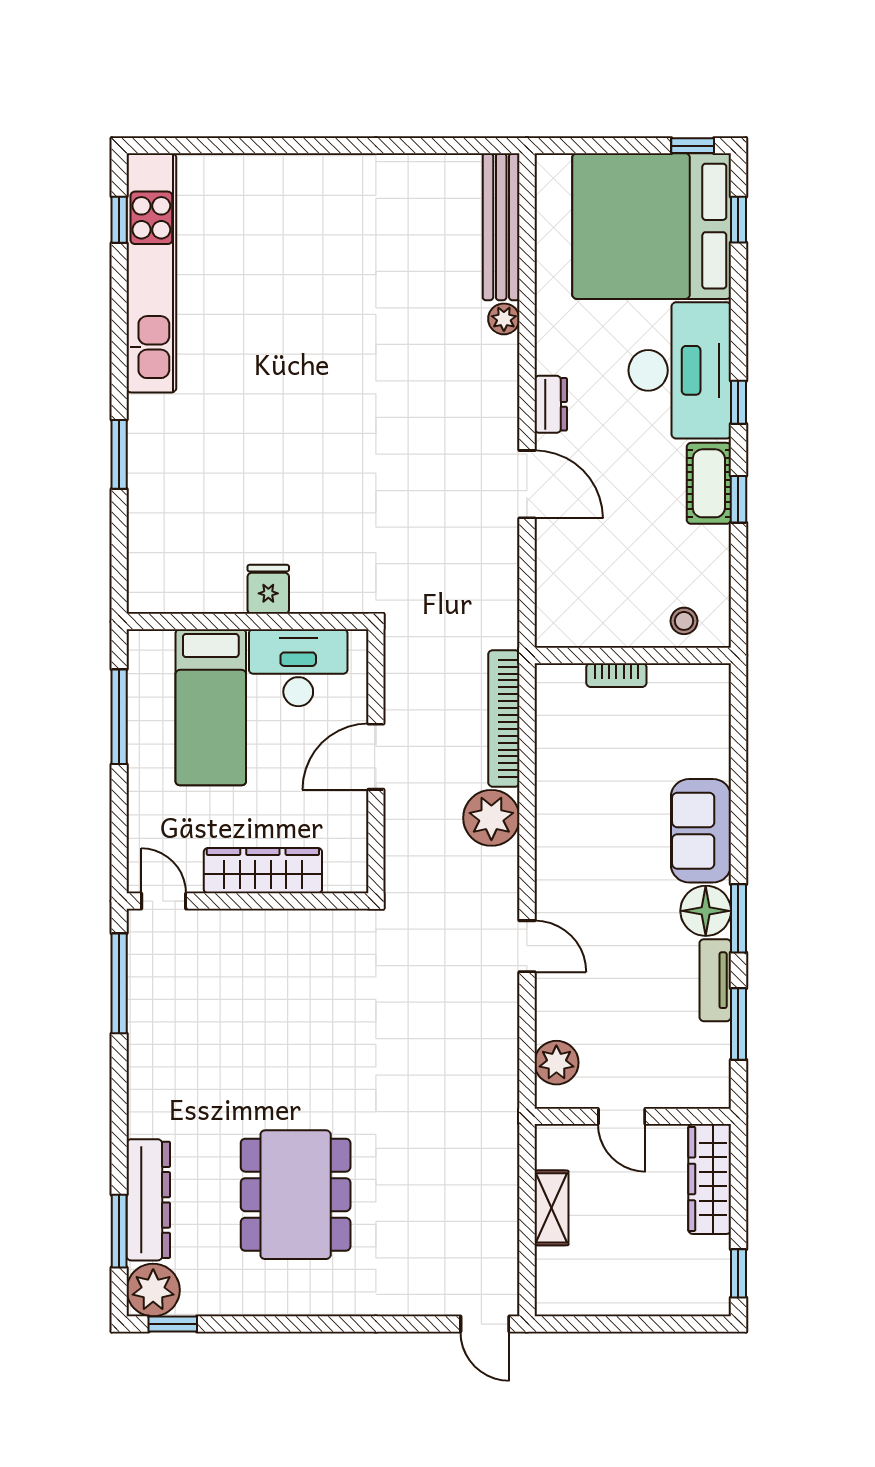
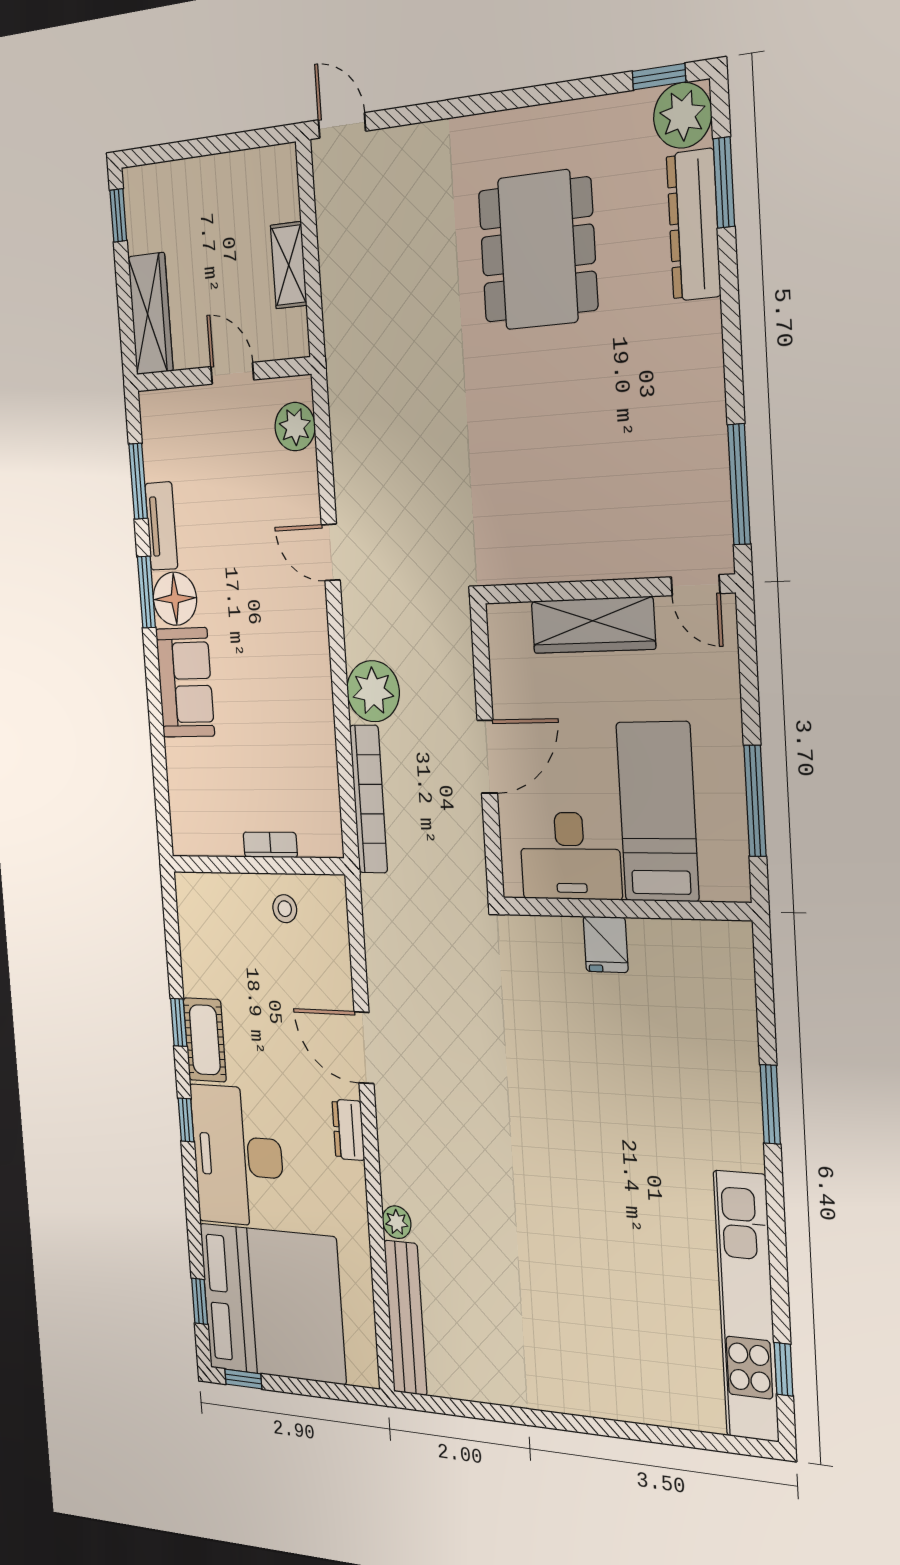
stool: (684, 621) -> (285, 909), moved

